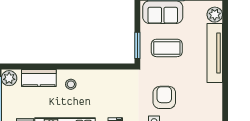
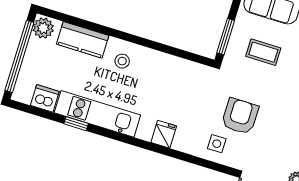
coffee table: (167, 48) -> (263, 52), width x0.73, depth x0.77

